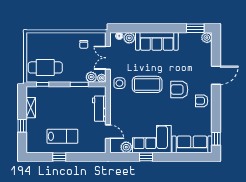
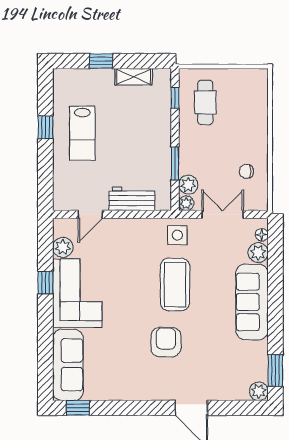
cafe table: (45, 67) -> (205, 102), width x0.73, depth x0.74
armchair: (202, 101) -> (146, 382), removed

